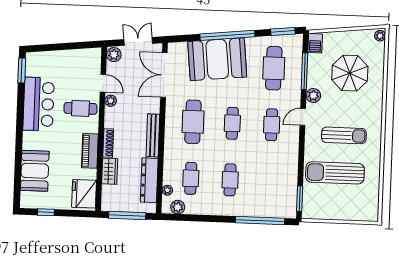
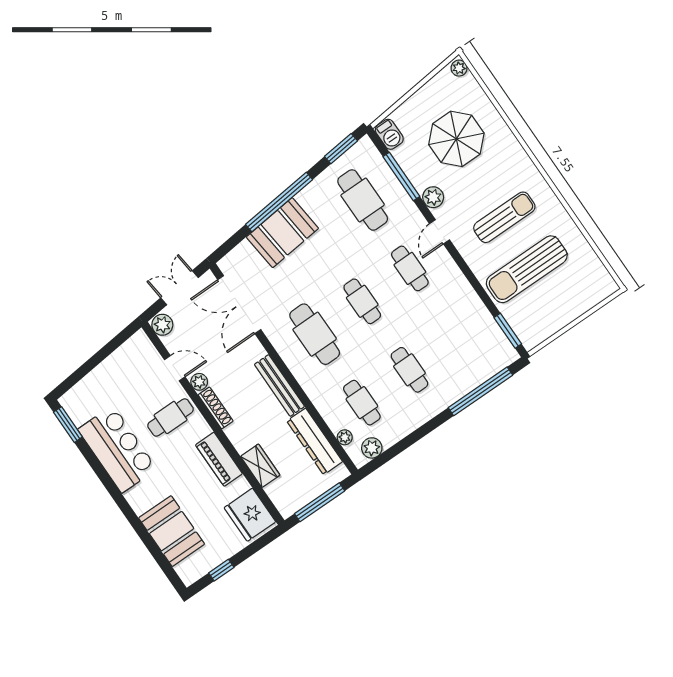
booth: (217, 59) -> (282, 233), width x0.73, depth x0.70
shoe rack: (108, 143) -> (216, 408), moved

